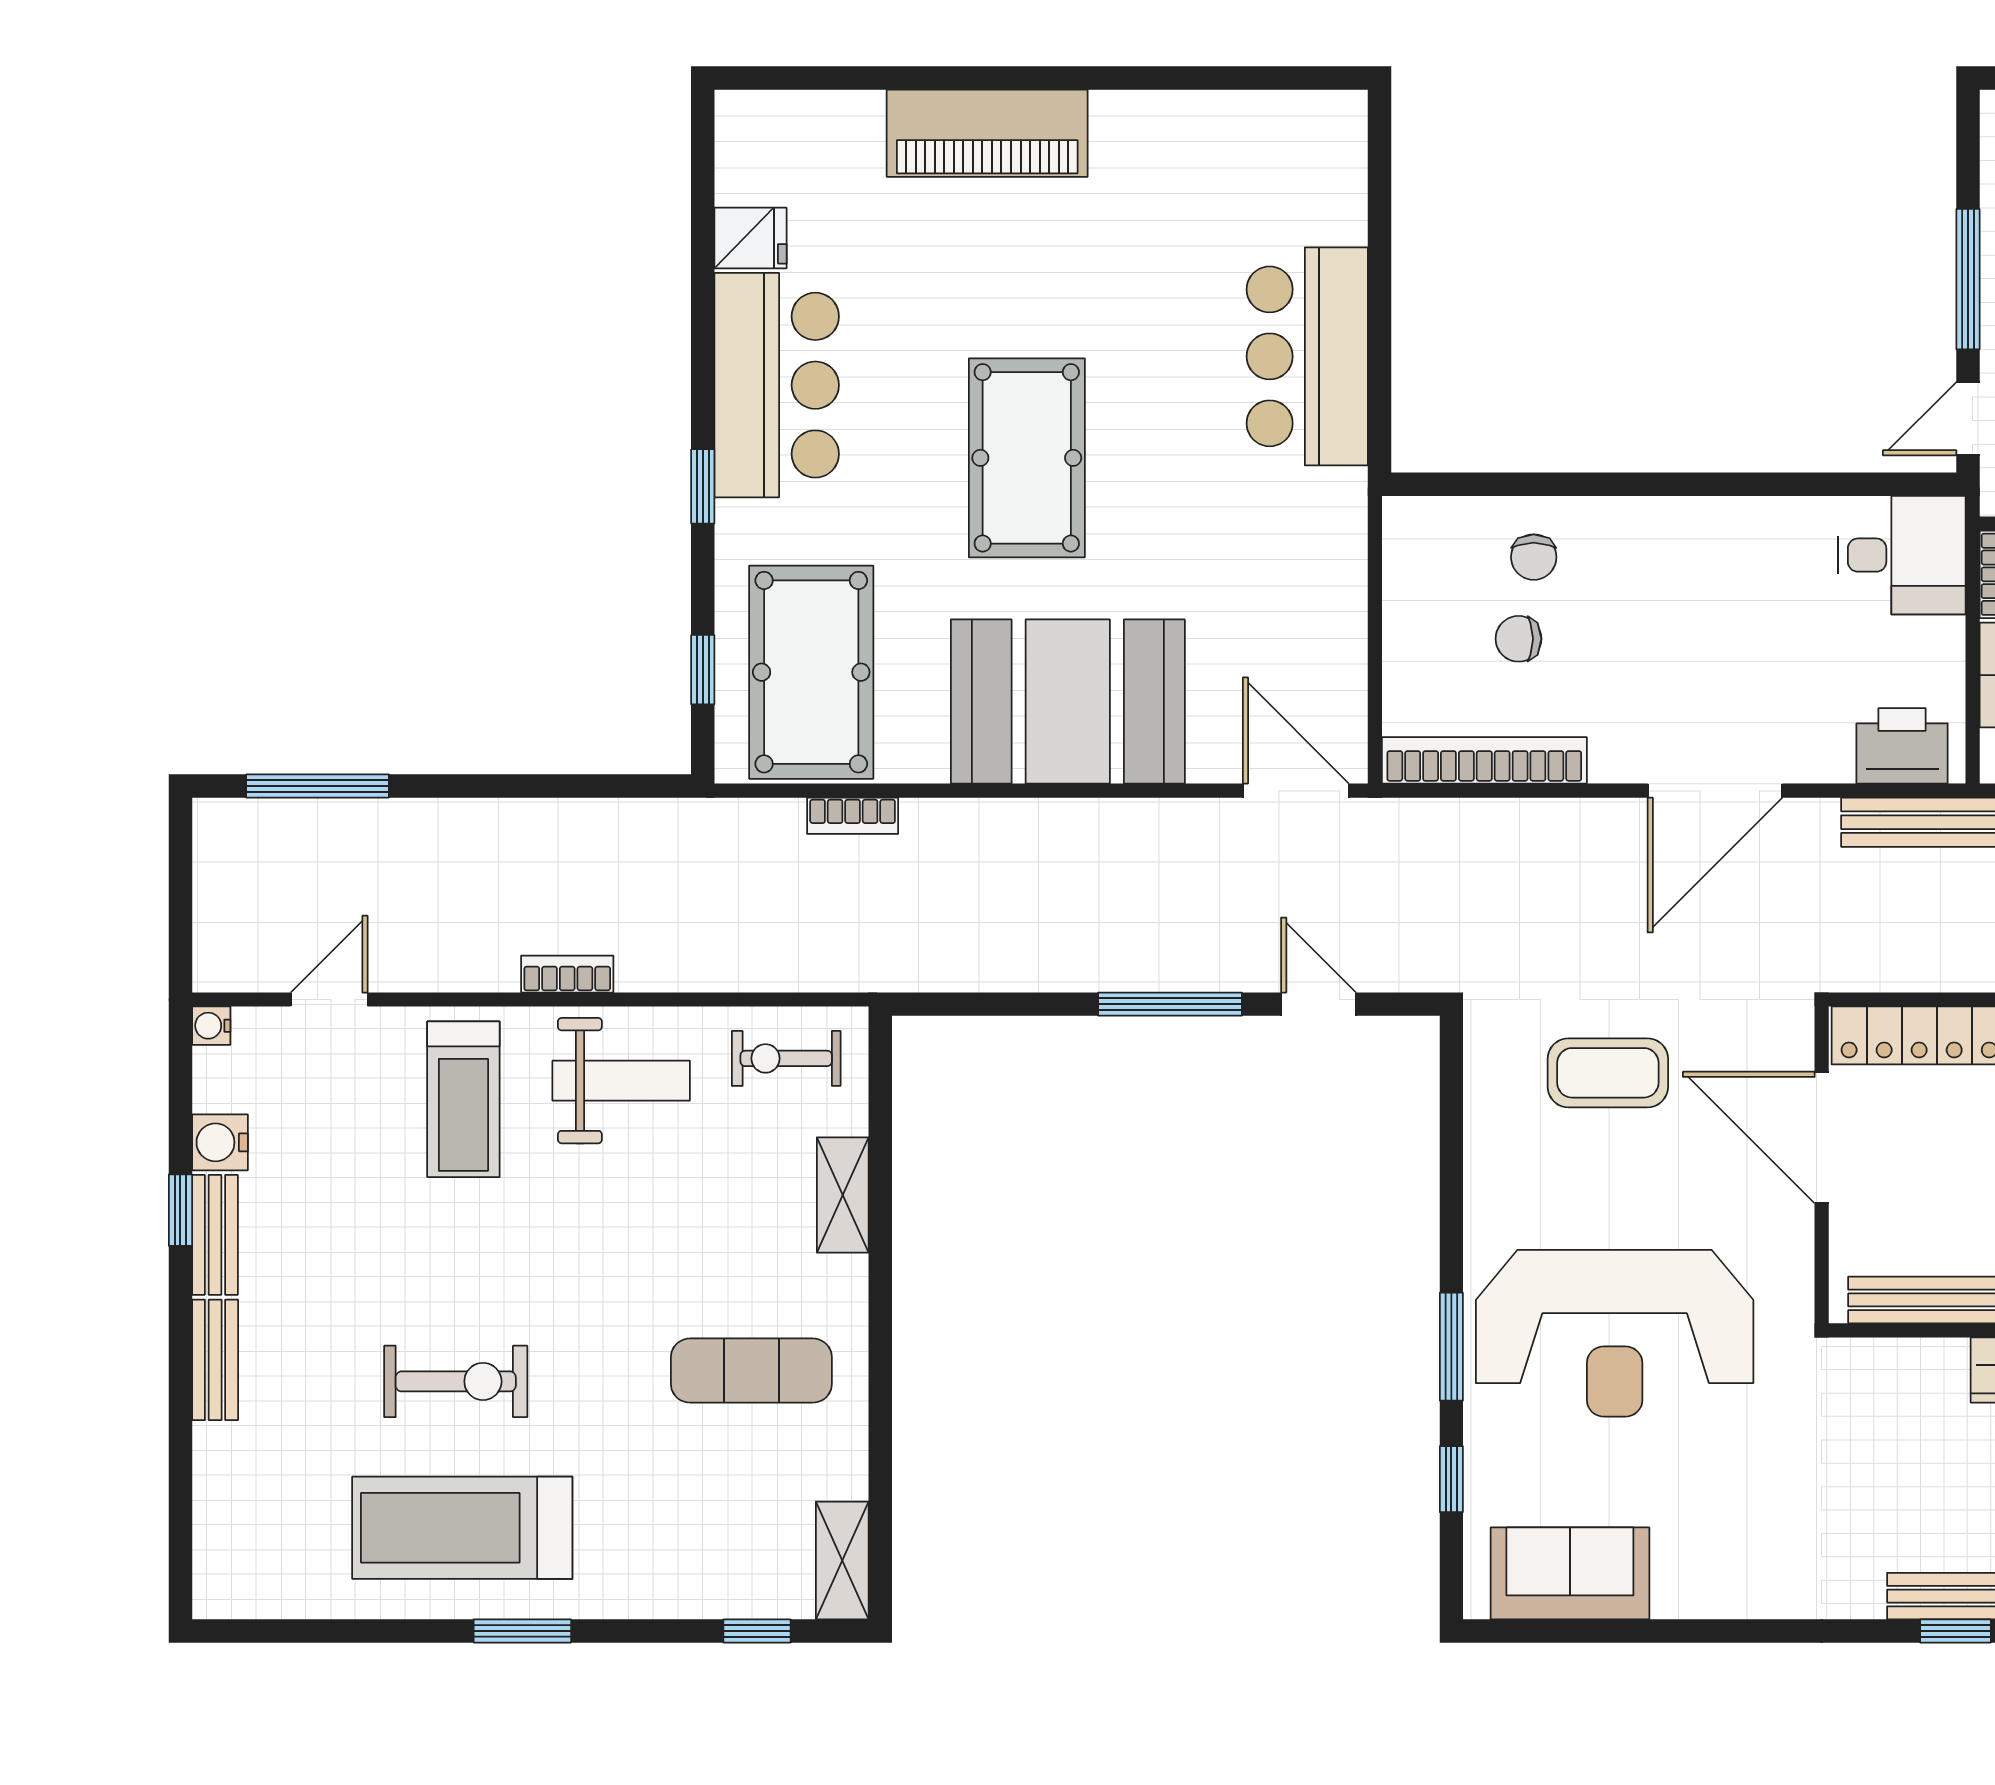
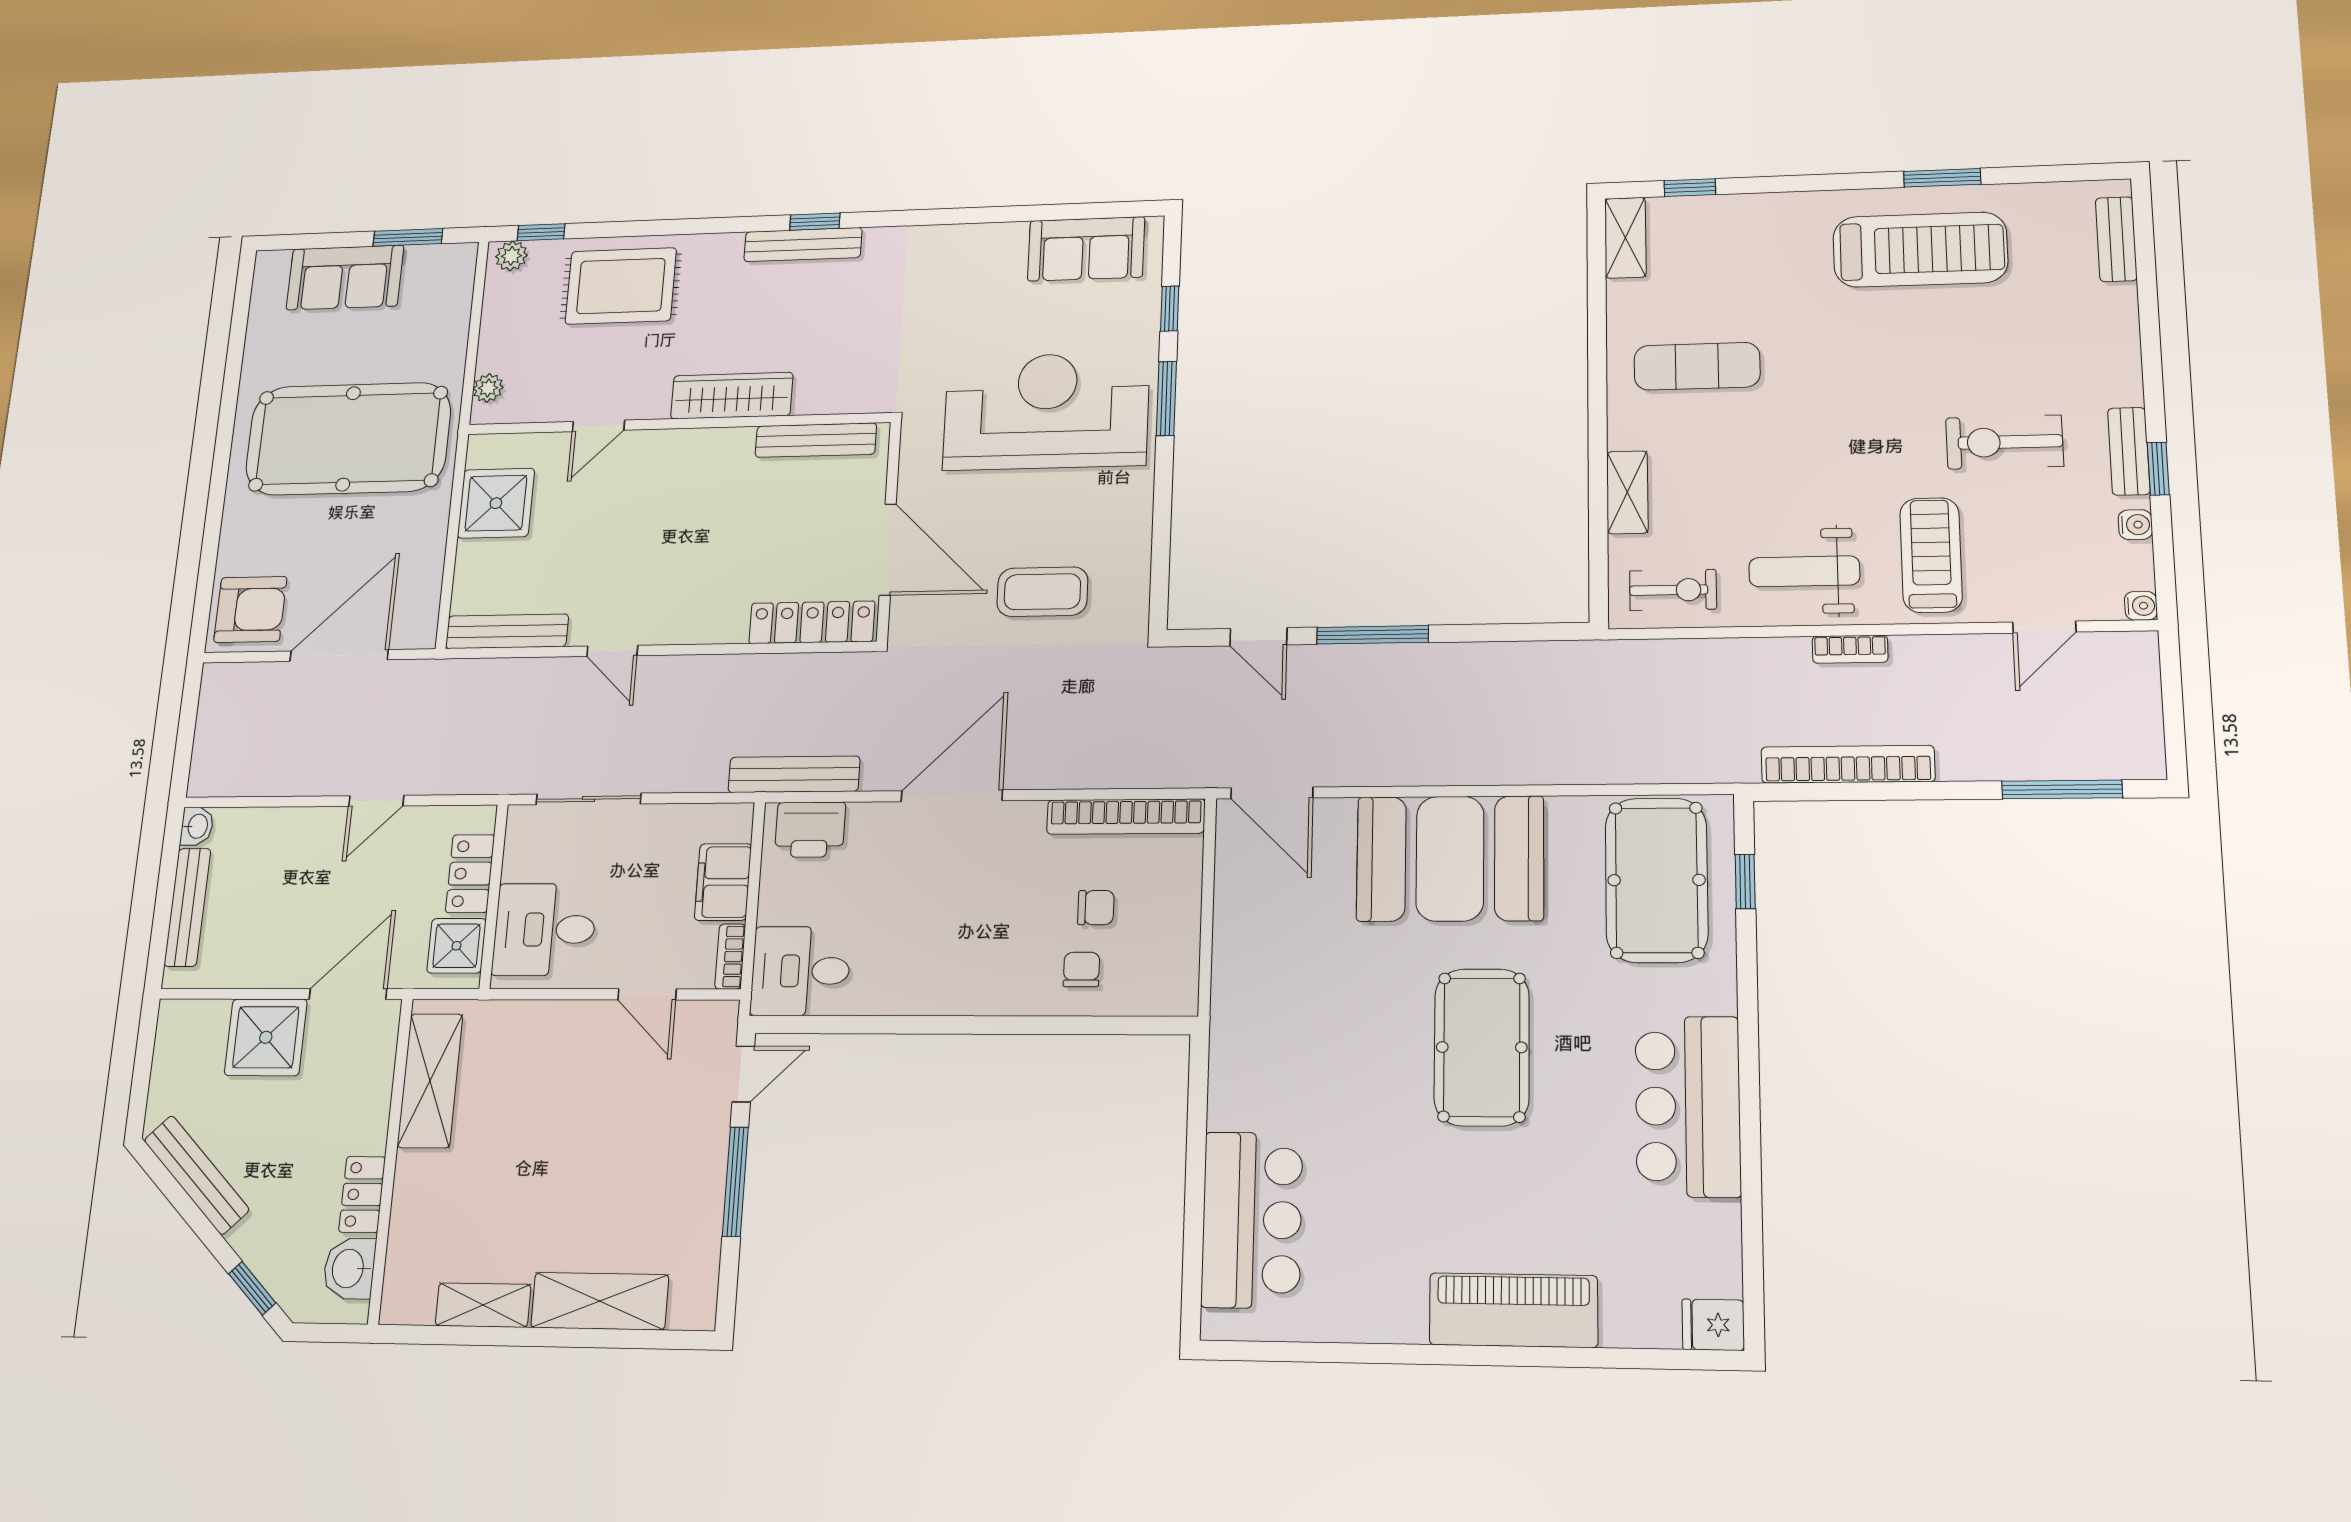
fridge: (750, 238) -> (1713, 1325), moved
bar counter: (1307, 356) -> (1252, 1220), moved
window: (703, 486) -> (1748, 1025), removed
bookcase: (853, 816) -> (1848, 764), moved, width x2.31, depth x1.31
water cooler: (220, 1142) -> (2135, 525), width x0.72, depth x0.72
bench: (215, 1360) -> (2116, 239), moved
exercise bike: (456, 1381) -> (2005, 442), moved
window: (522, 1631) -> (1942, 178), moved

